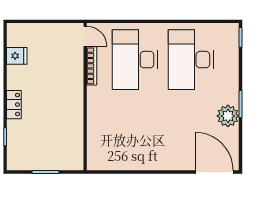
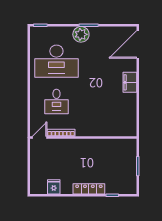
desk: (135, 60) -> (56, 102), width x0.53, depth x0.77
locker: (14, 105) -> (89, 189), width x1.53
plant: (228, 116) -> (81, 34), moved
filing cabinet: (161, 161) -> (130, 82), added

